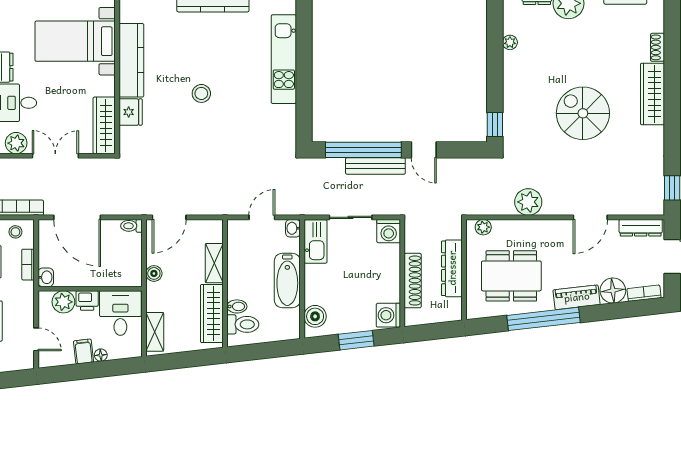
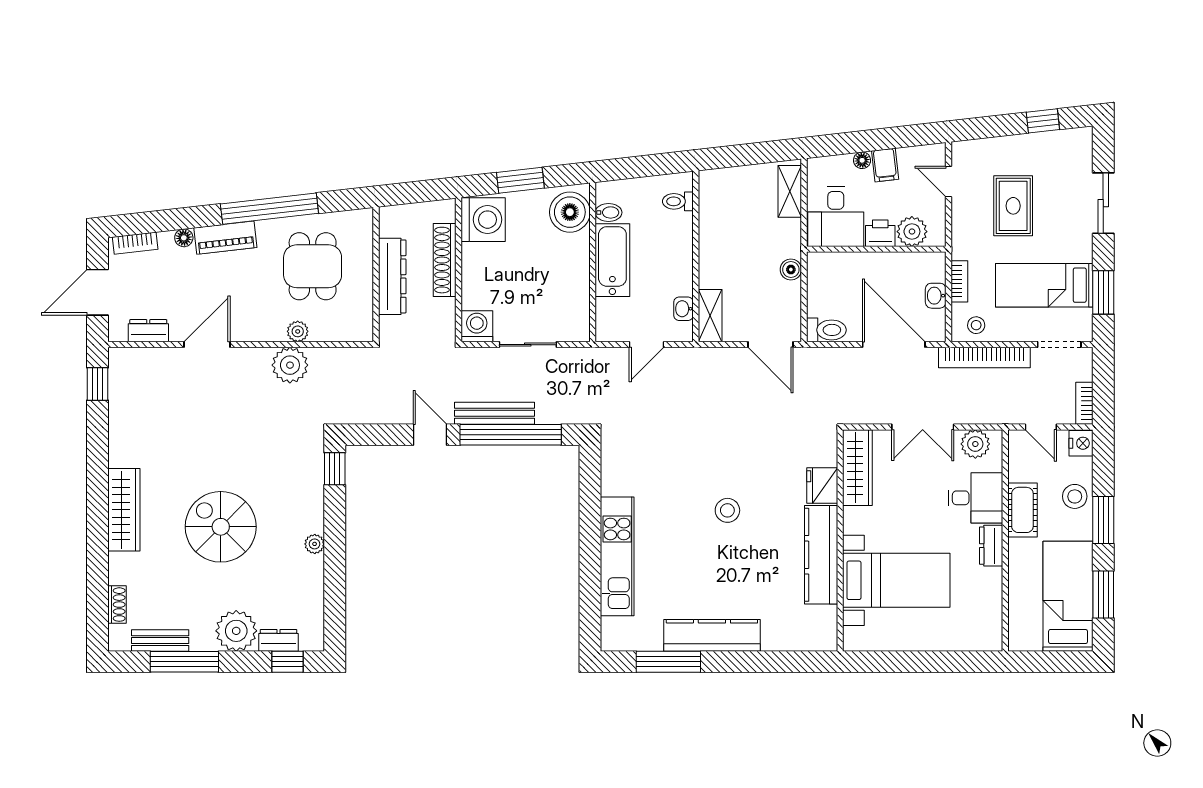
plant: (510, 42) -> (315, 544), moved
shoe rack: (658, 47) -> (117, 605), moved
spiral stairs: (583, 113) -> (221, 527), moved, turned 180
door: (169, 217) -> (770, 345), swing flipped
toilet: (132, 226) -> (826, 330), width x1.37, depth x1.39
plant: (483, 227) -> (298, 331), moved
washbasin: (293, 228) -> (683, 309), moved, turned 180
dresser: (641, 228) -> (148, 331), width x0.70
kitchen sink: (315, 242) -> (575, 312), removed
shelving: (214, 263) -> (710, 316), moved
dining table: (511, 276) -> (313, 266), width x0.73
washbasin: (46, 277) -> (936, 296), moved
floor lamp: (613, 291) -> (184, 238), width x0.53, depth x0.53
bidet: (237, 306) -> (608, 212), moved, turned 180
wardrobe: (212, 314) -> (713, 216), removed
washing machine: (388, 315) -> (483, 220), width x1.37, depth x1.37
boiler: (315, 316) -> (570, 212), width x1.37, depth x1.37
toilet: (243, 324) -> (678, 201), width x0.73, depth x0.72

